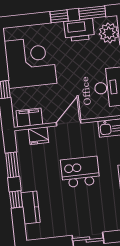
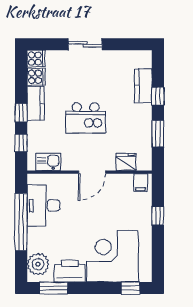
window: (59, 16) -> (131, 288), moved
corner desk: (30, 62) -> (112, 256), moved, turned 90
filing cabinet: (29, 118) -> (141, 183), width x0.50

